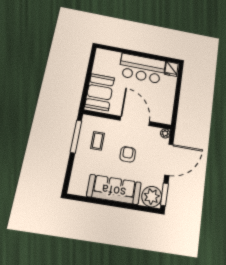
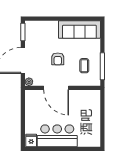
booth: (100, 92) -> (90, 107), removed
sofa: (114, 189) -> (79, 29), moved
plant: (152, 197) -> (33, 29), removed

